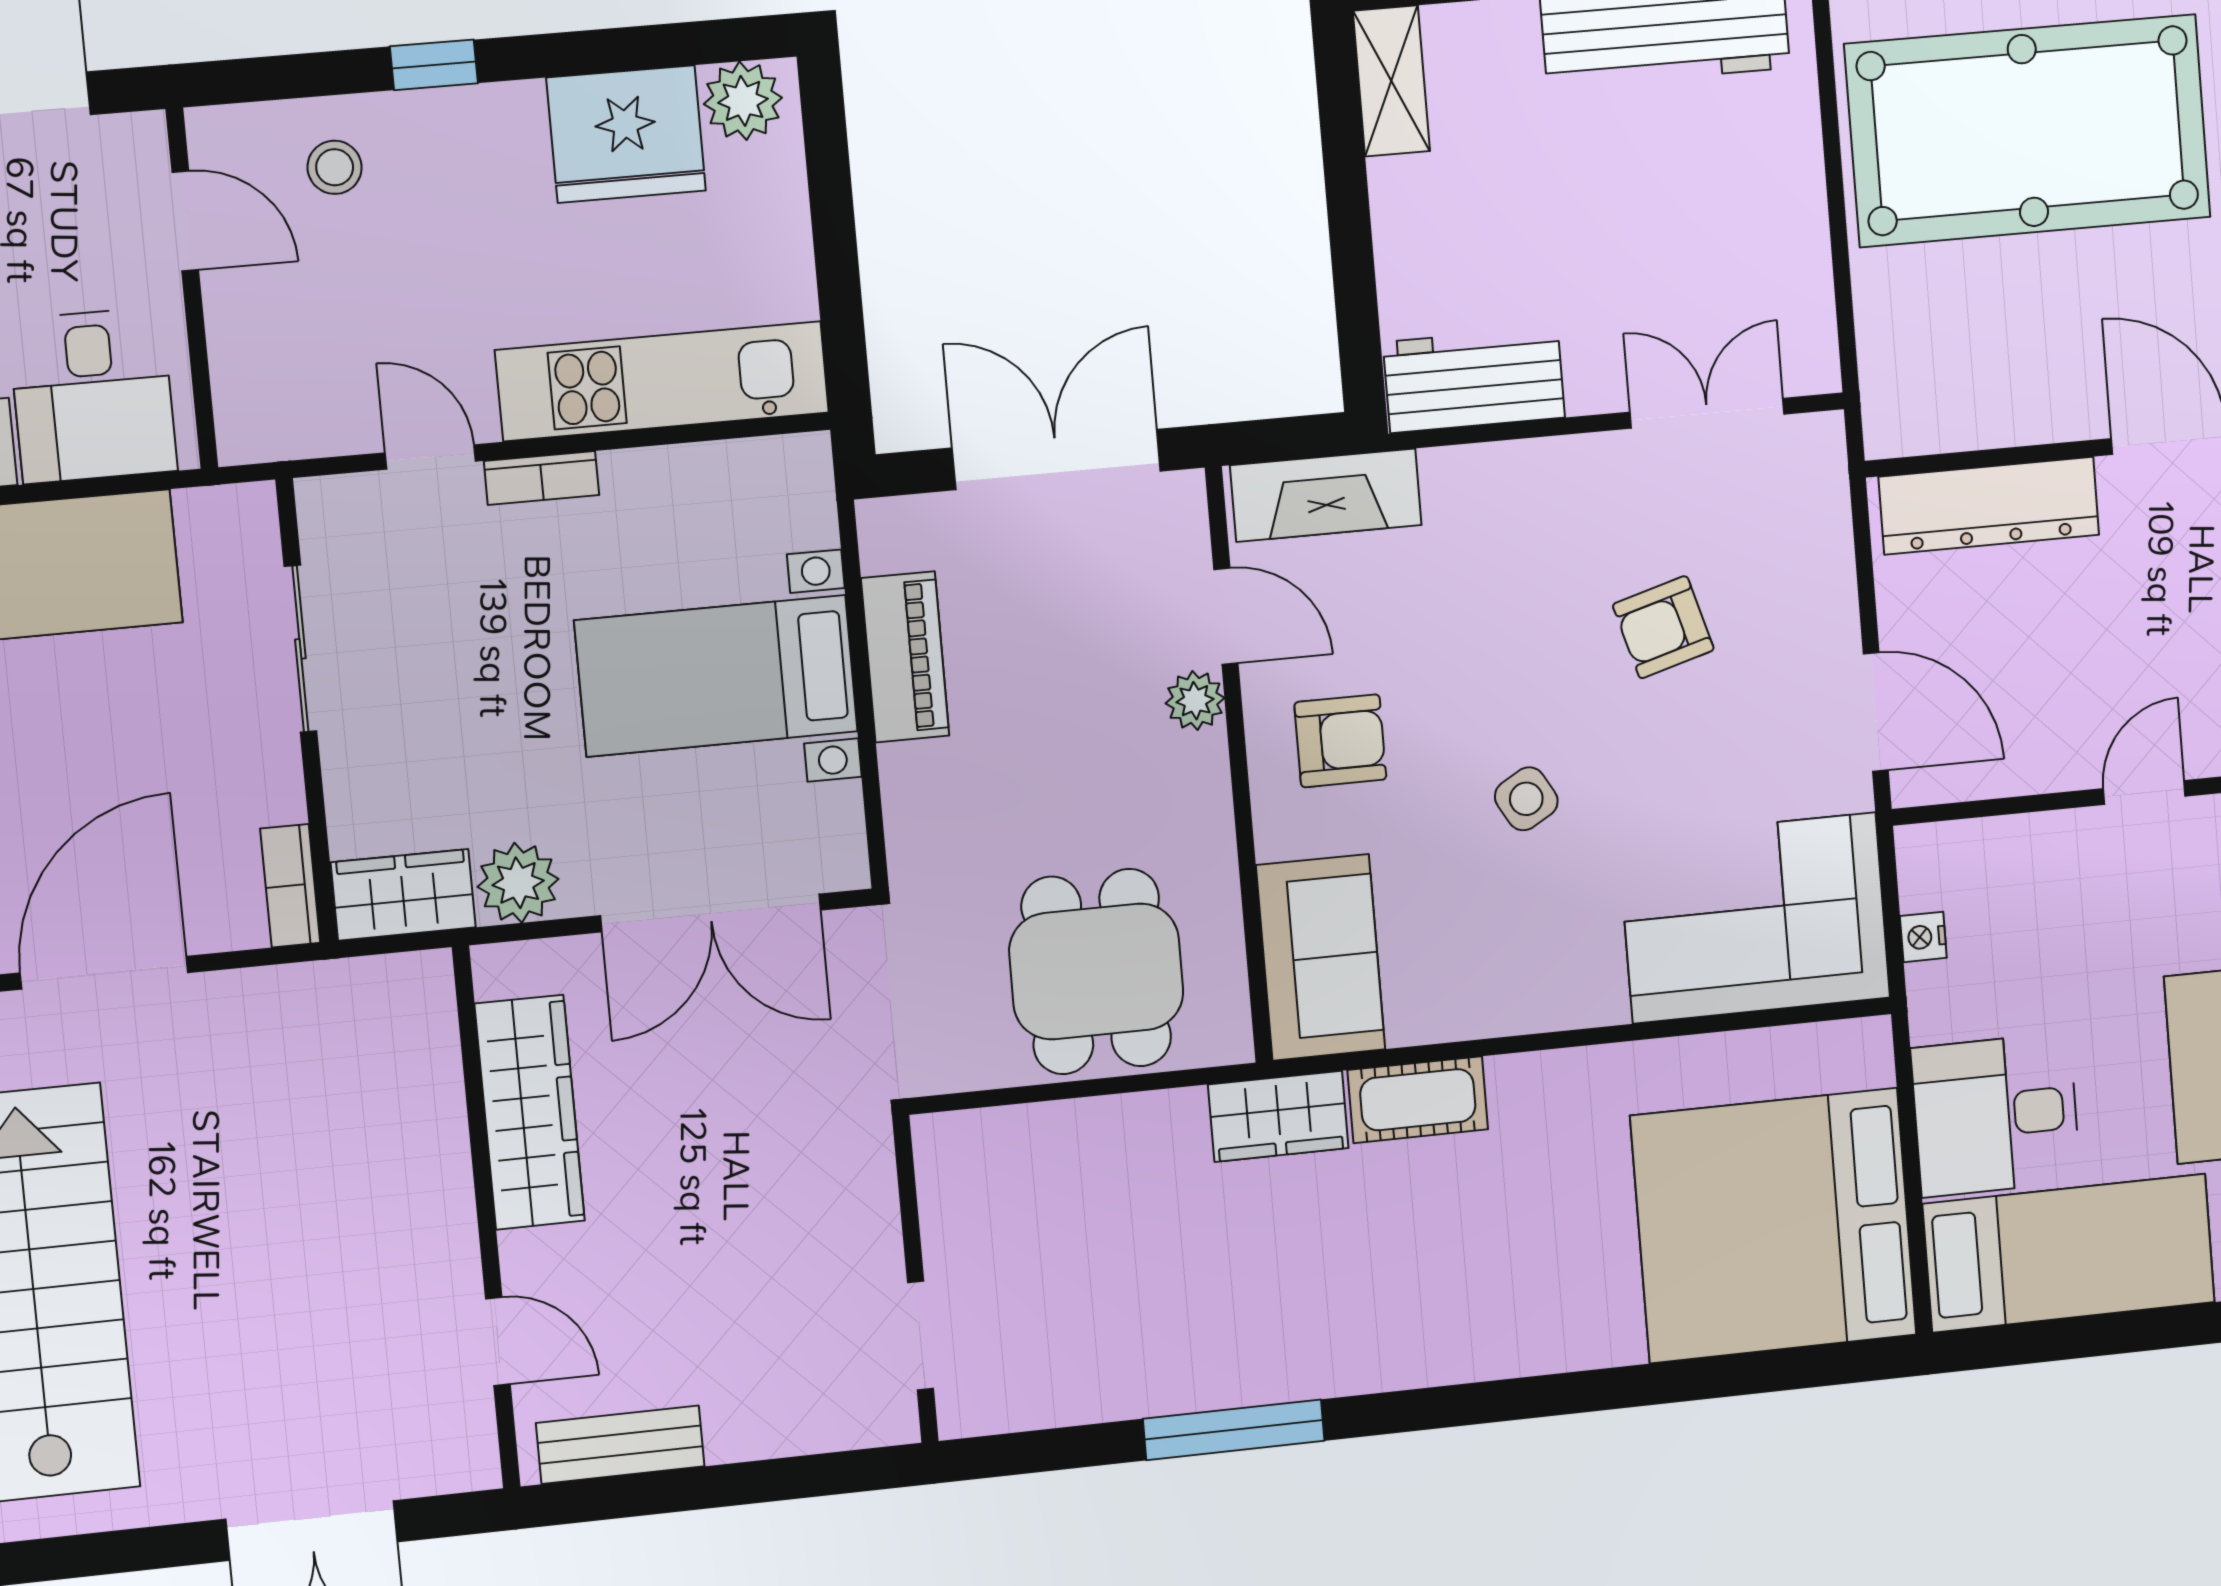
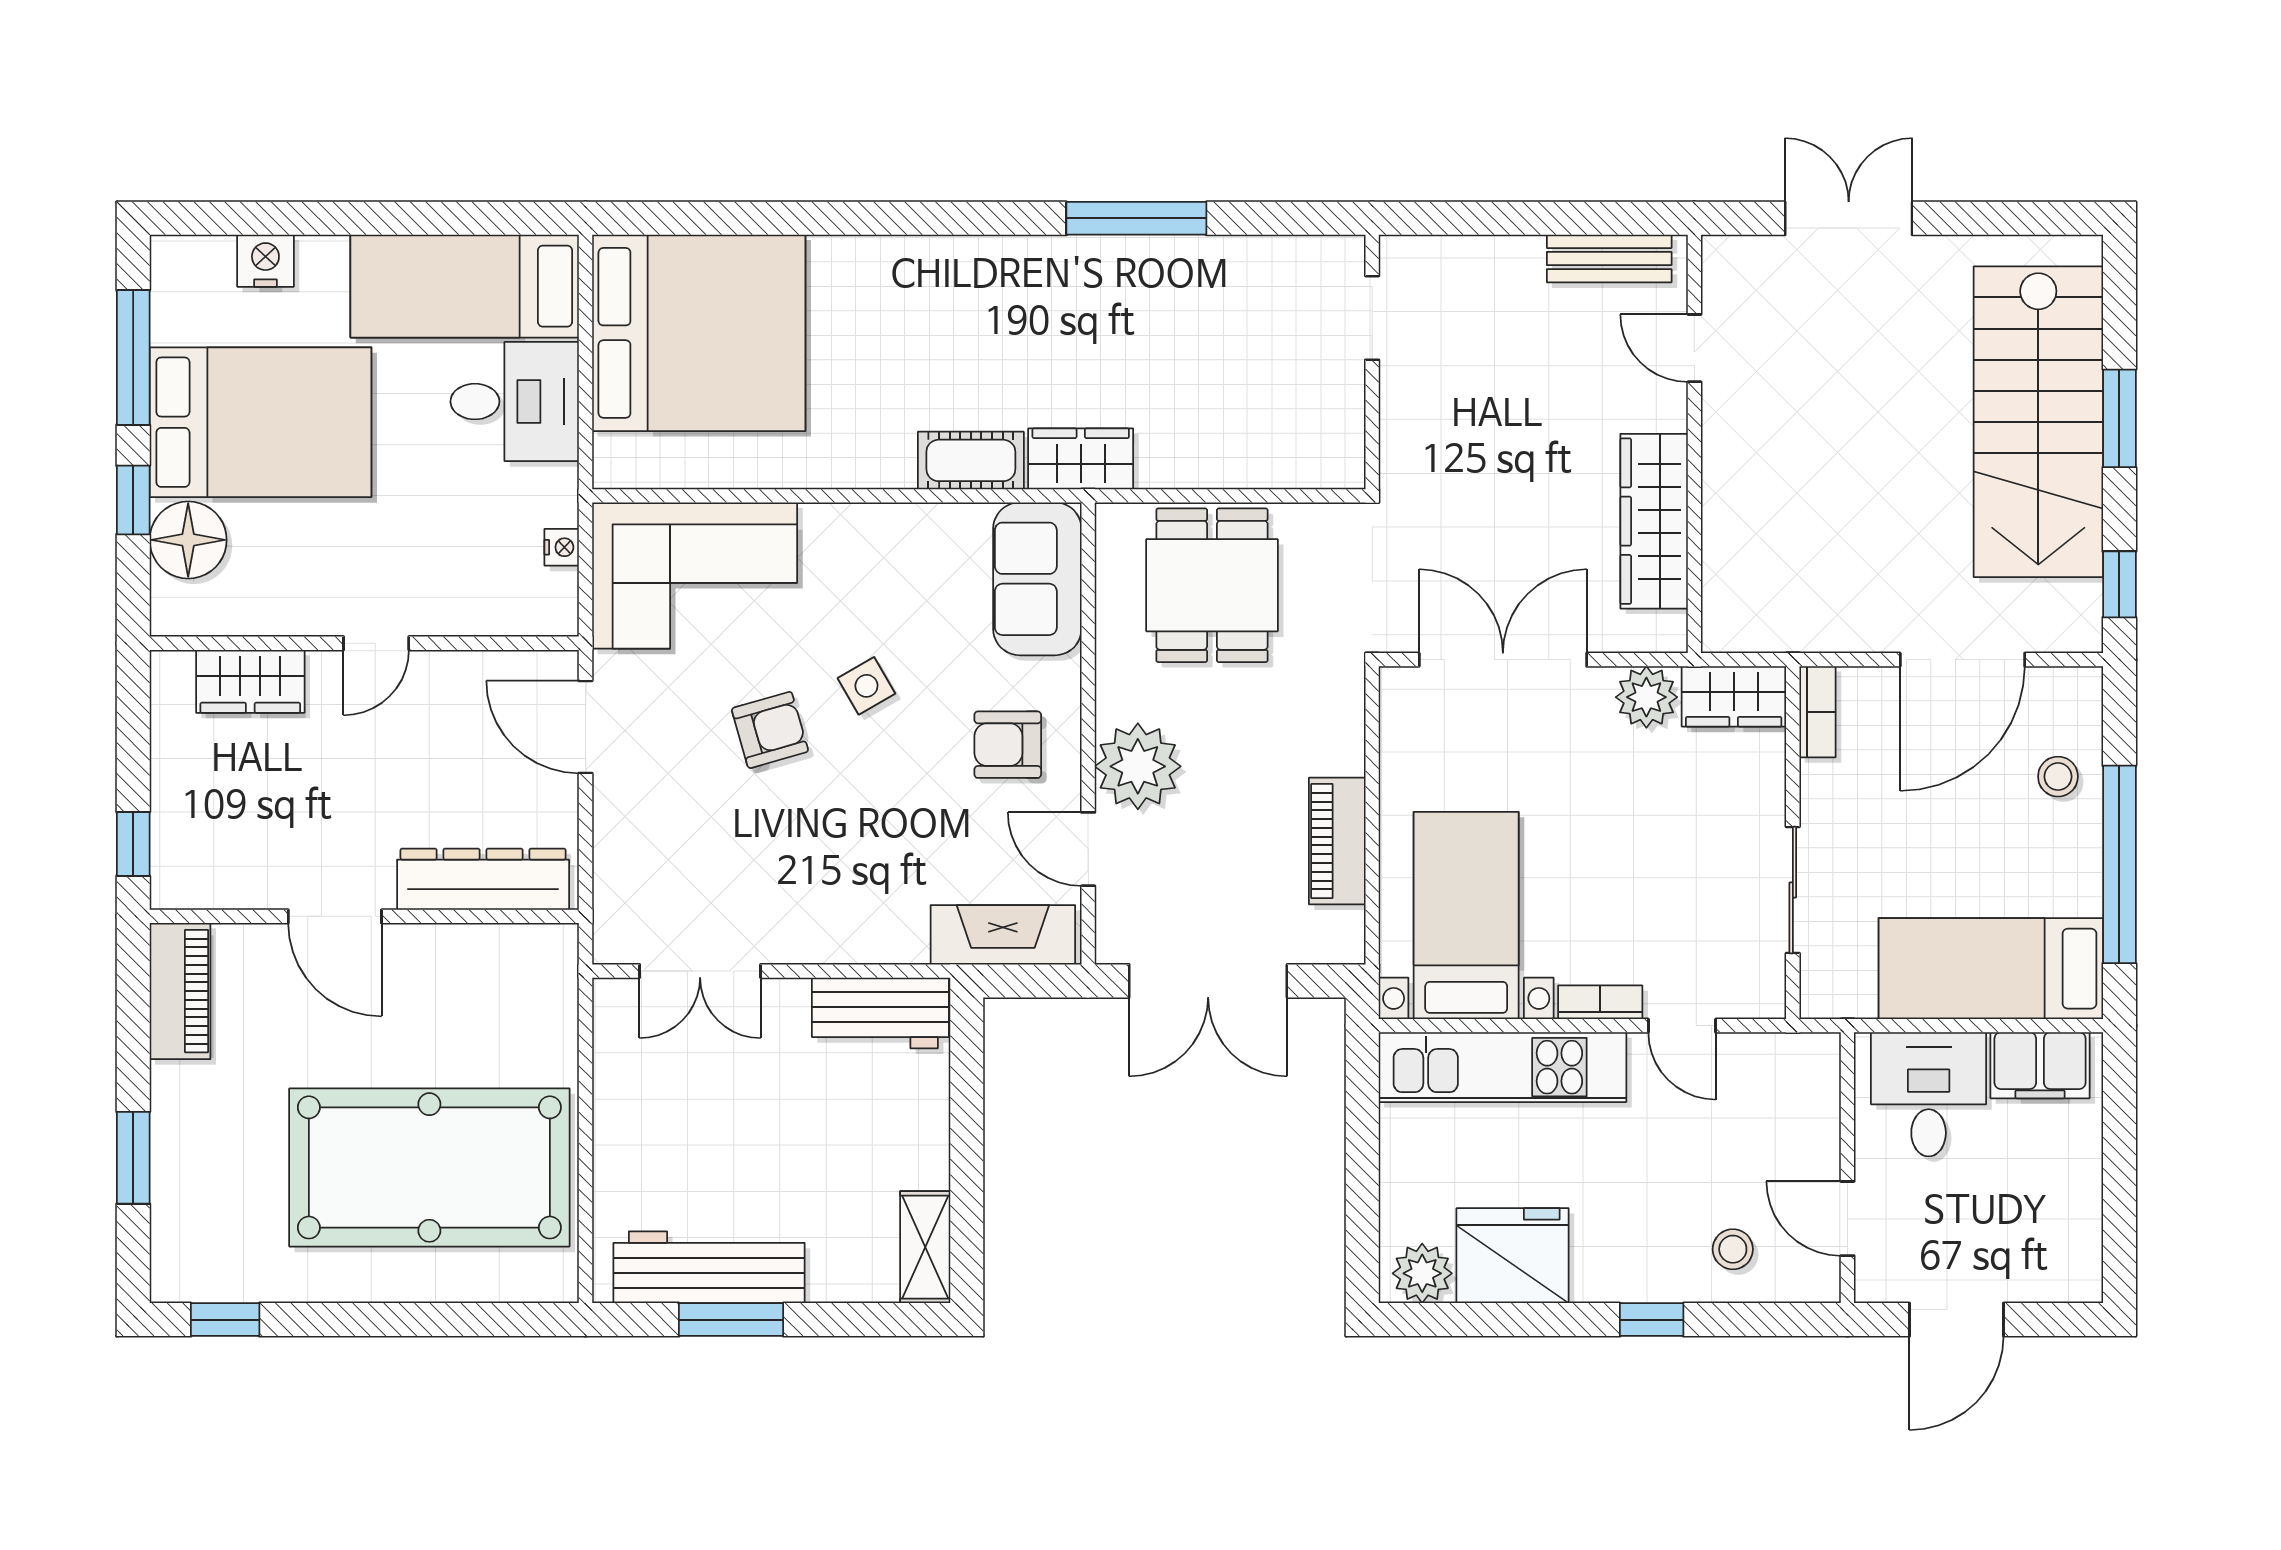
armchair: (1663, 627) -> (770, 730), moved
bed with nightstands: (716, 676) -> (1466, 916), moved, turned -90
plant: (1195, 701) -> (1138, 766), width x1.88, depth x1.88

